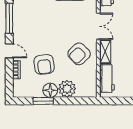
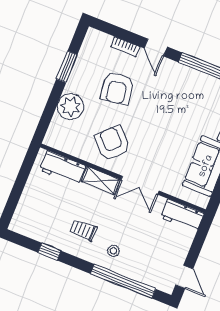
door: (9, 51) -> (156, 47), hinge flipped
armchair: (44, 64) -> (117, 88), turned -92
floor lamp: (50, 90) -> (78, 82), removed

